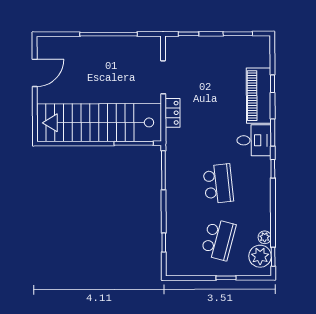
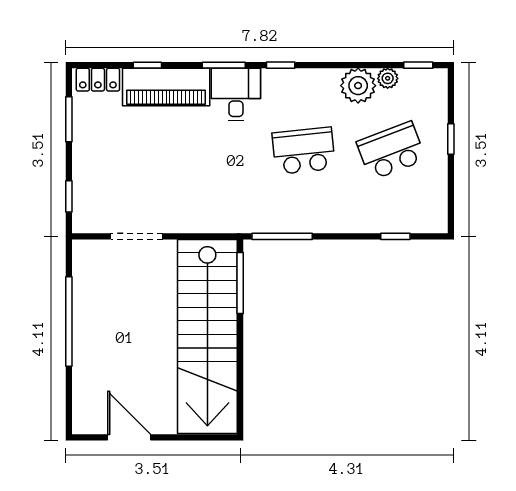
locker: (172, 113) -> (98, 80), moved, turned 180
school desk: (218, 240) -> (391, 151), turned -36
plant: (260, 256) -> (358, 86), moved

